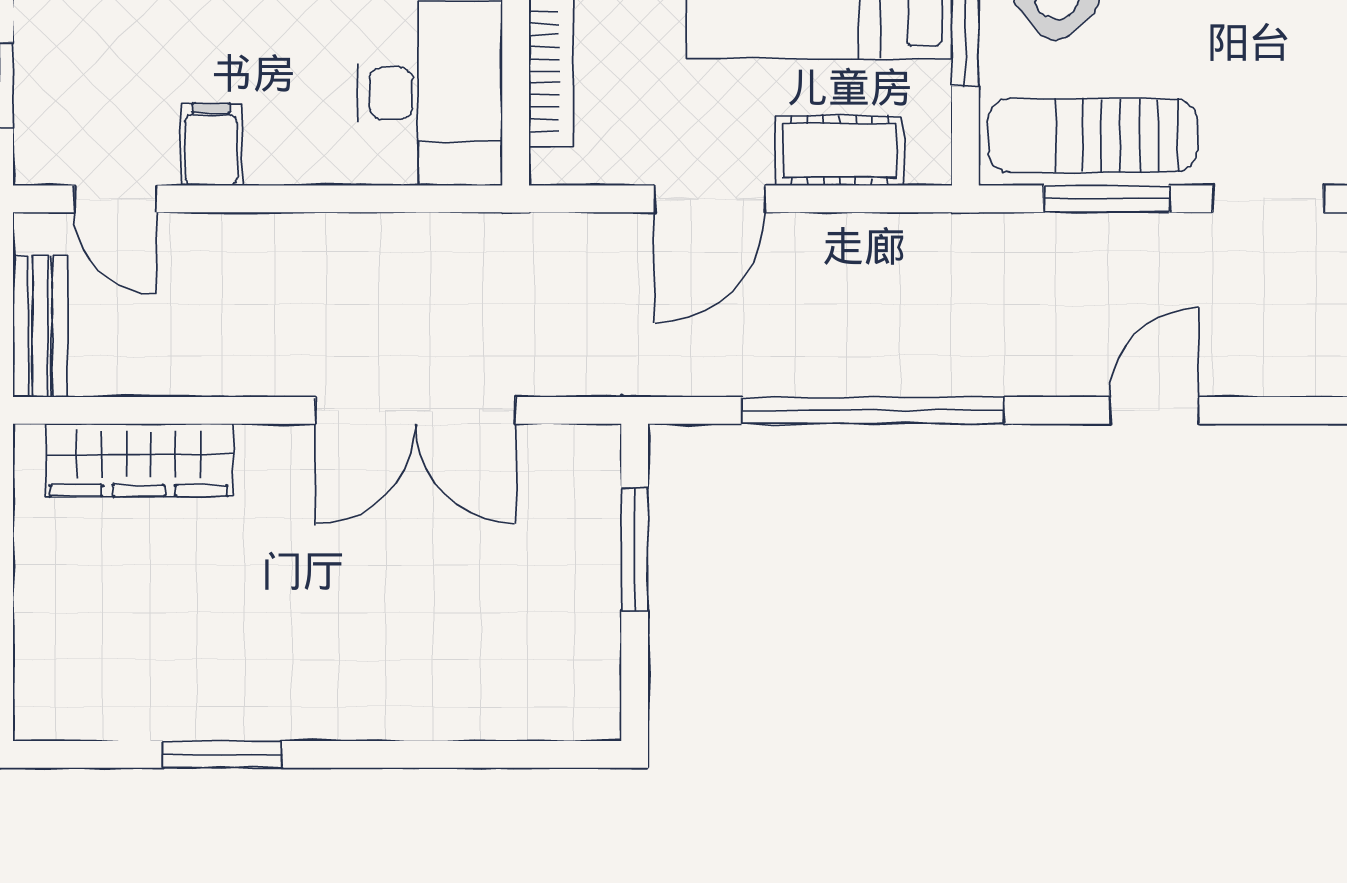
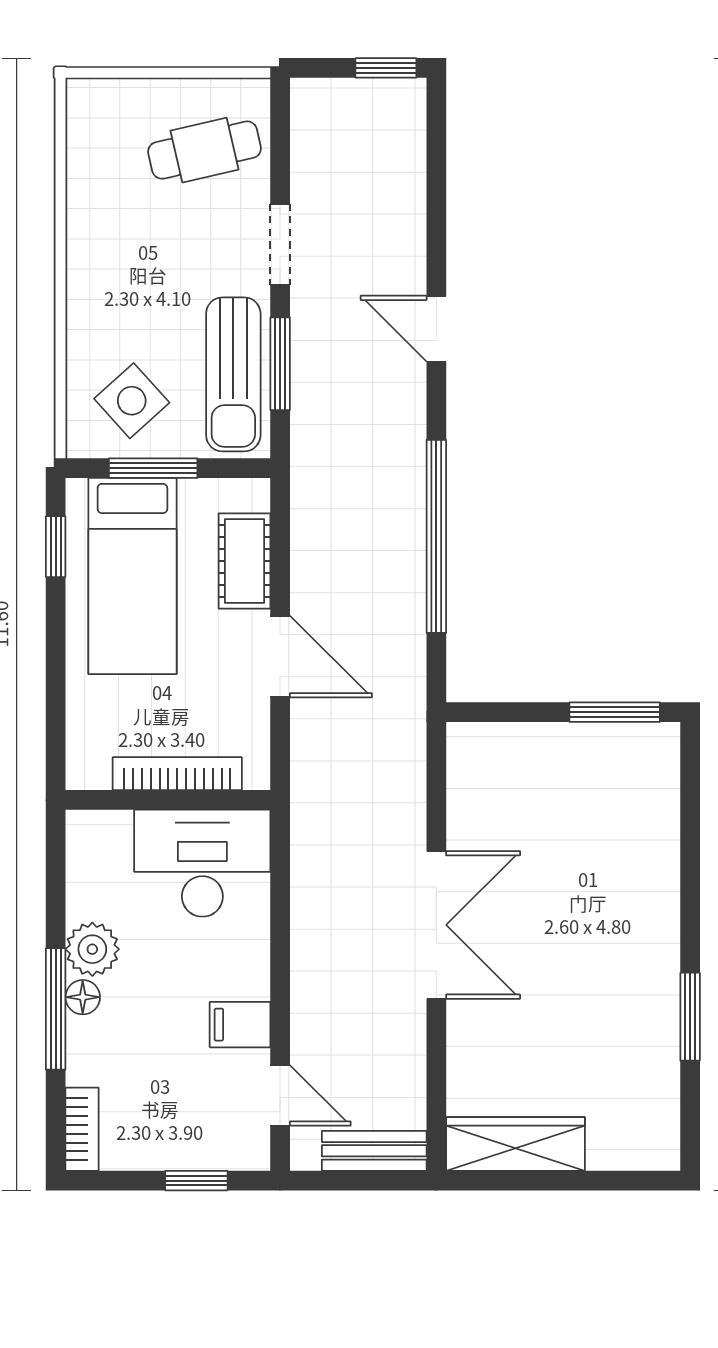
door: (115, 199) -> (280, 1095), hinge flipped
double door: (415, 410) -> (436, 925), moved
wardrobe: (139, 460) -> (516, 1144), moved, turned -90
window: (635, 550) -> (615, 712), moved

